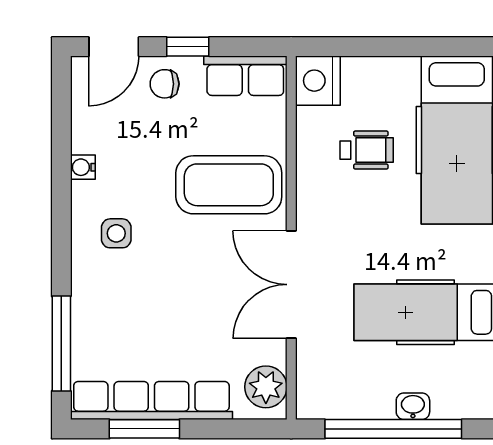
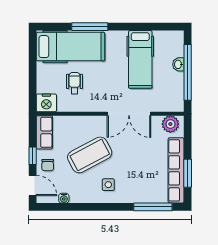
water cooler: (83, 167) -> (64, 198), moved
coffee table: (229, 185) -> (90, 155), moved, turned 62

